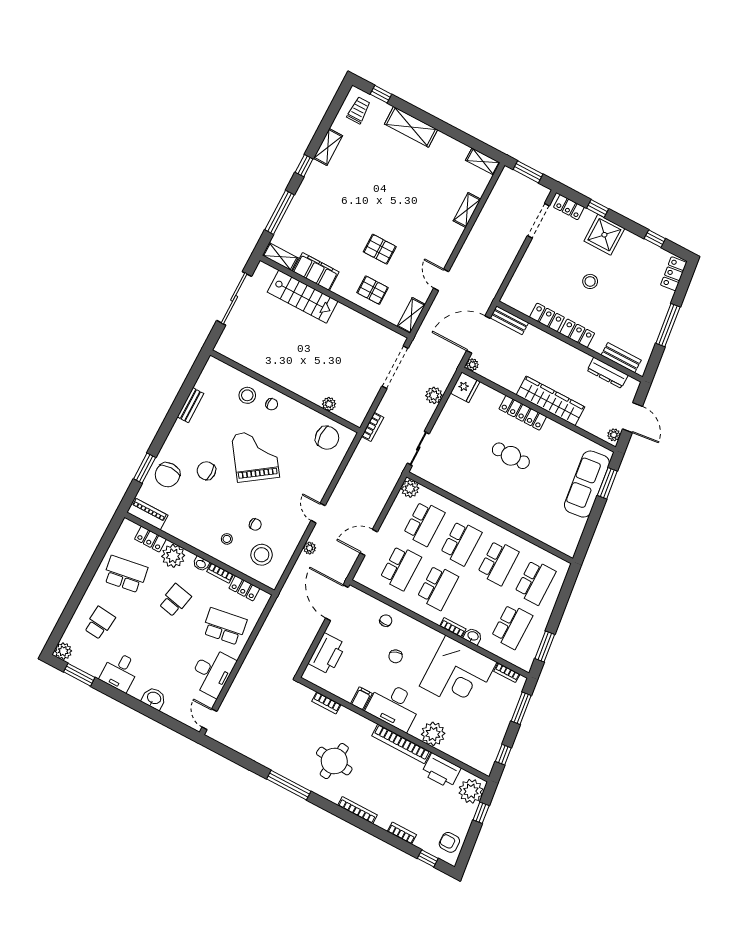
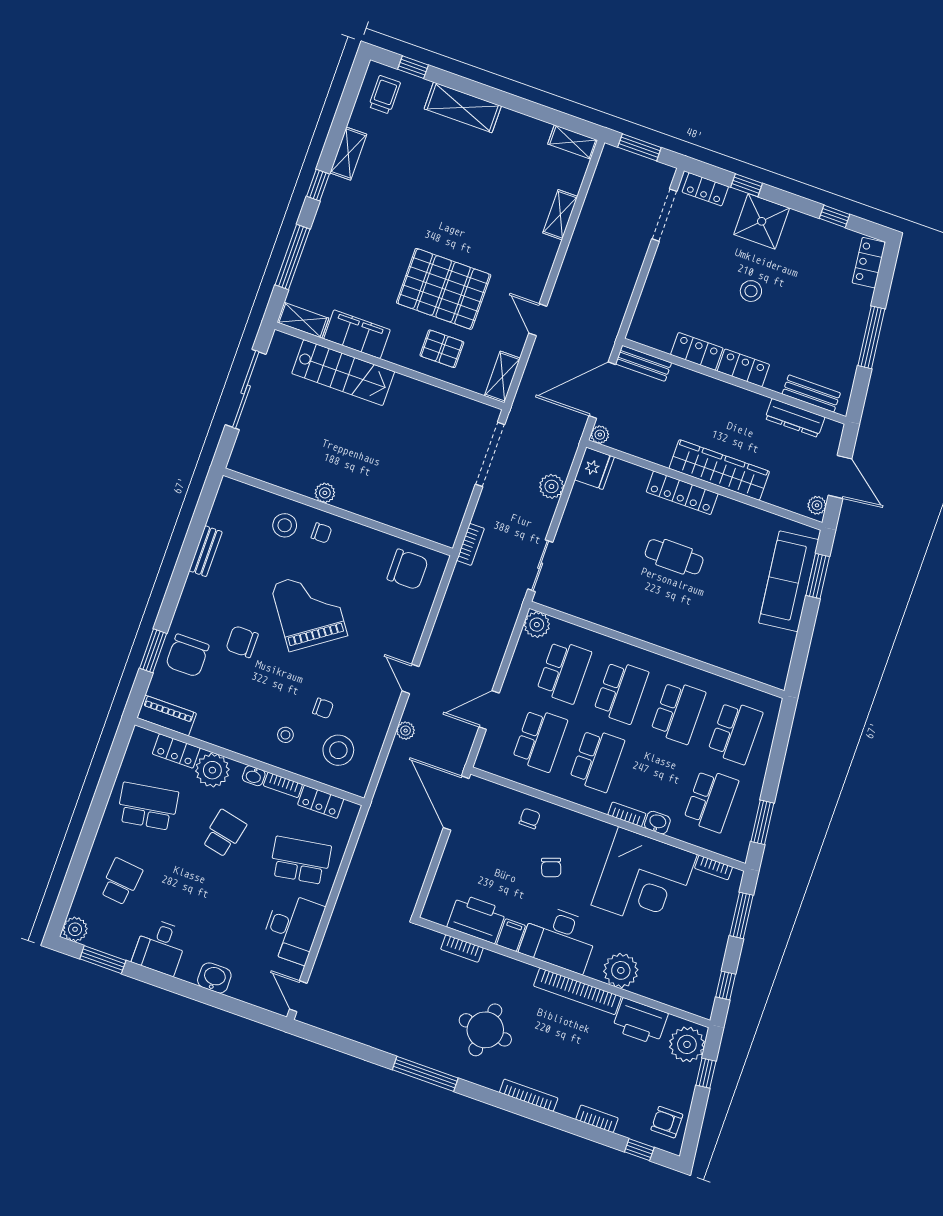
pallet: (380, 249) -> (444, 289), width x2.05, depth x2.00
plant: (329, 404) -> (325, 493), moved
printer: (327, 654) -> (477, 918), moved, turned -90

